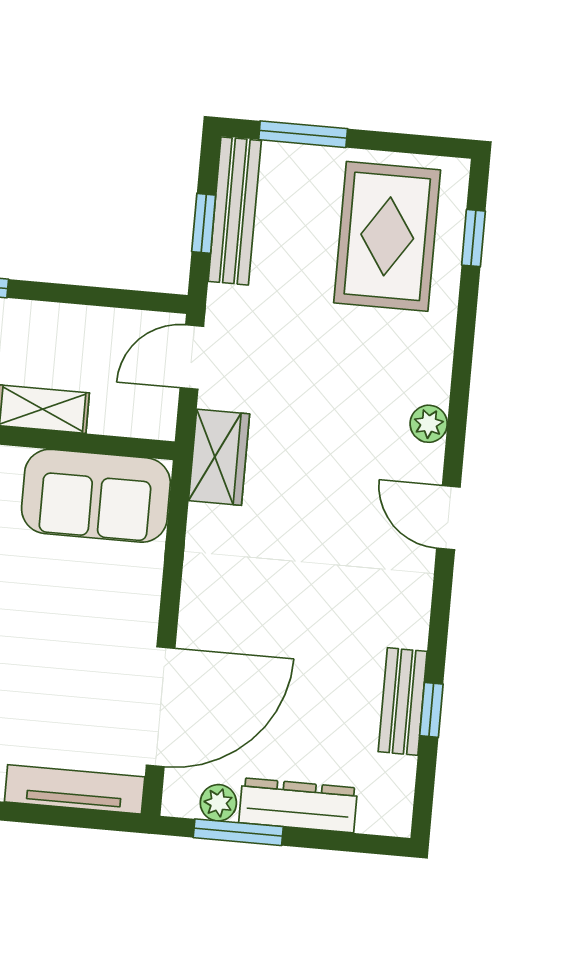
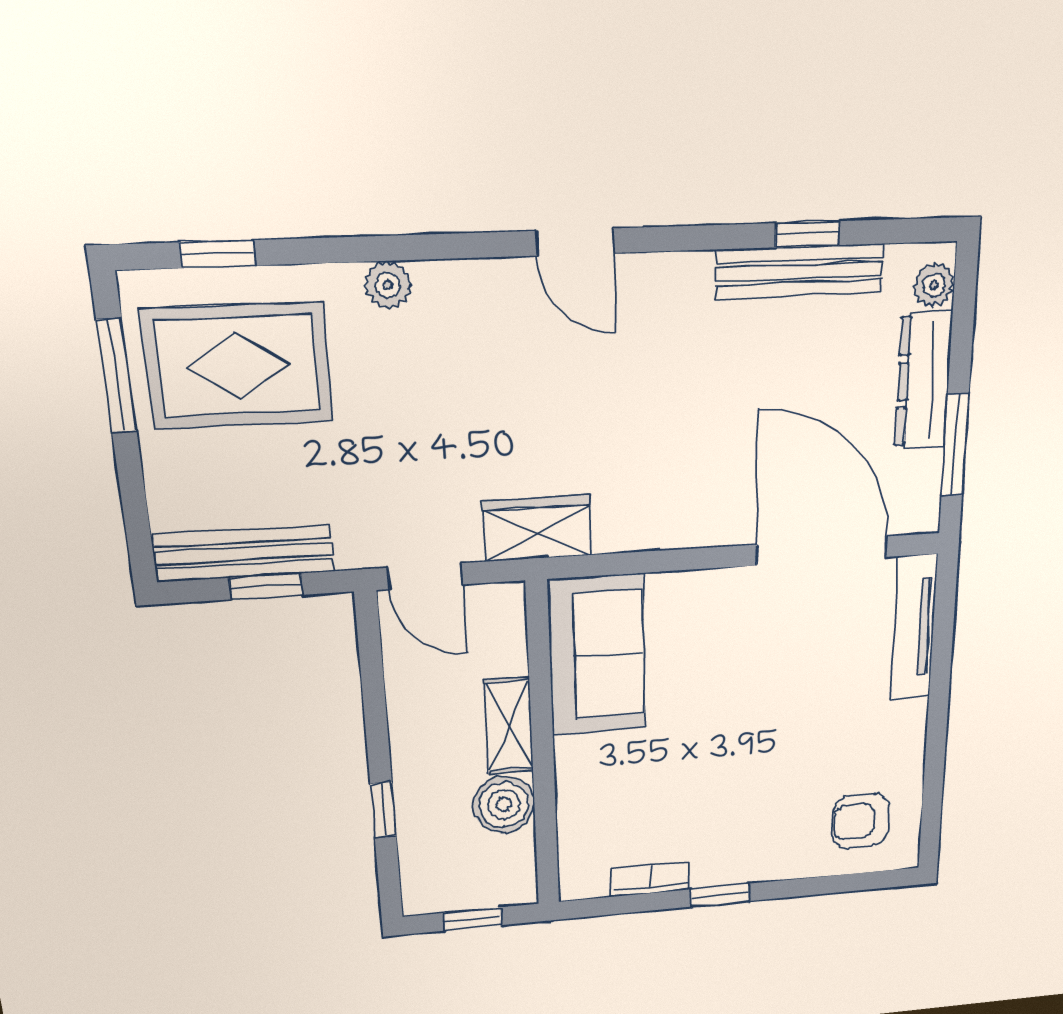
window: (303, 134) -> (117, 376), moved
plant: (429, 424) -> (388, 285), moved
door: (448, 518) -> (575, 242), hinge flipped
bench: (403, 702) -> (800, 272), width x1.36
plant: (218, 803) -> (934, 285), moved

